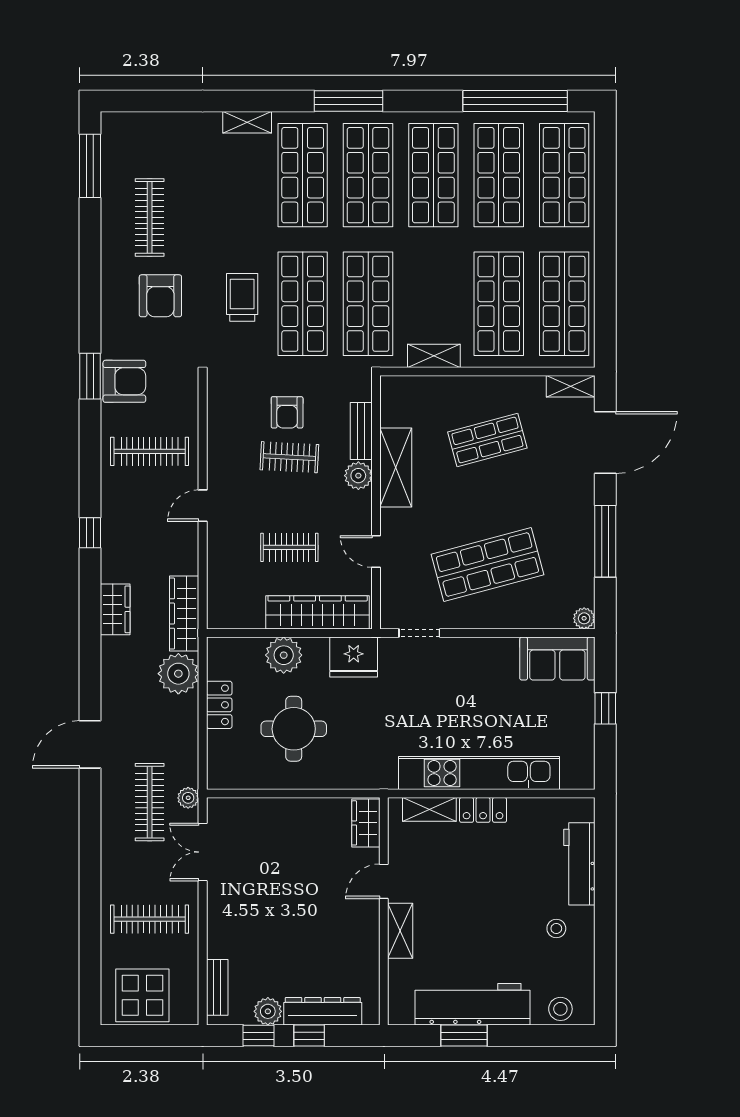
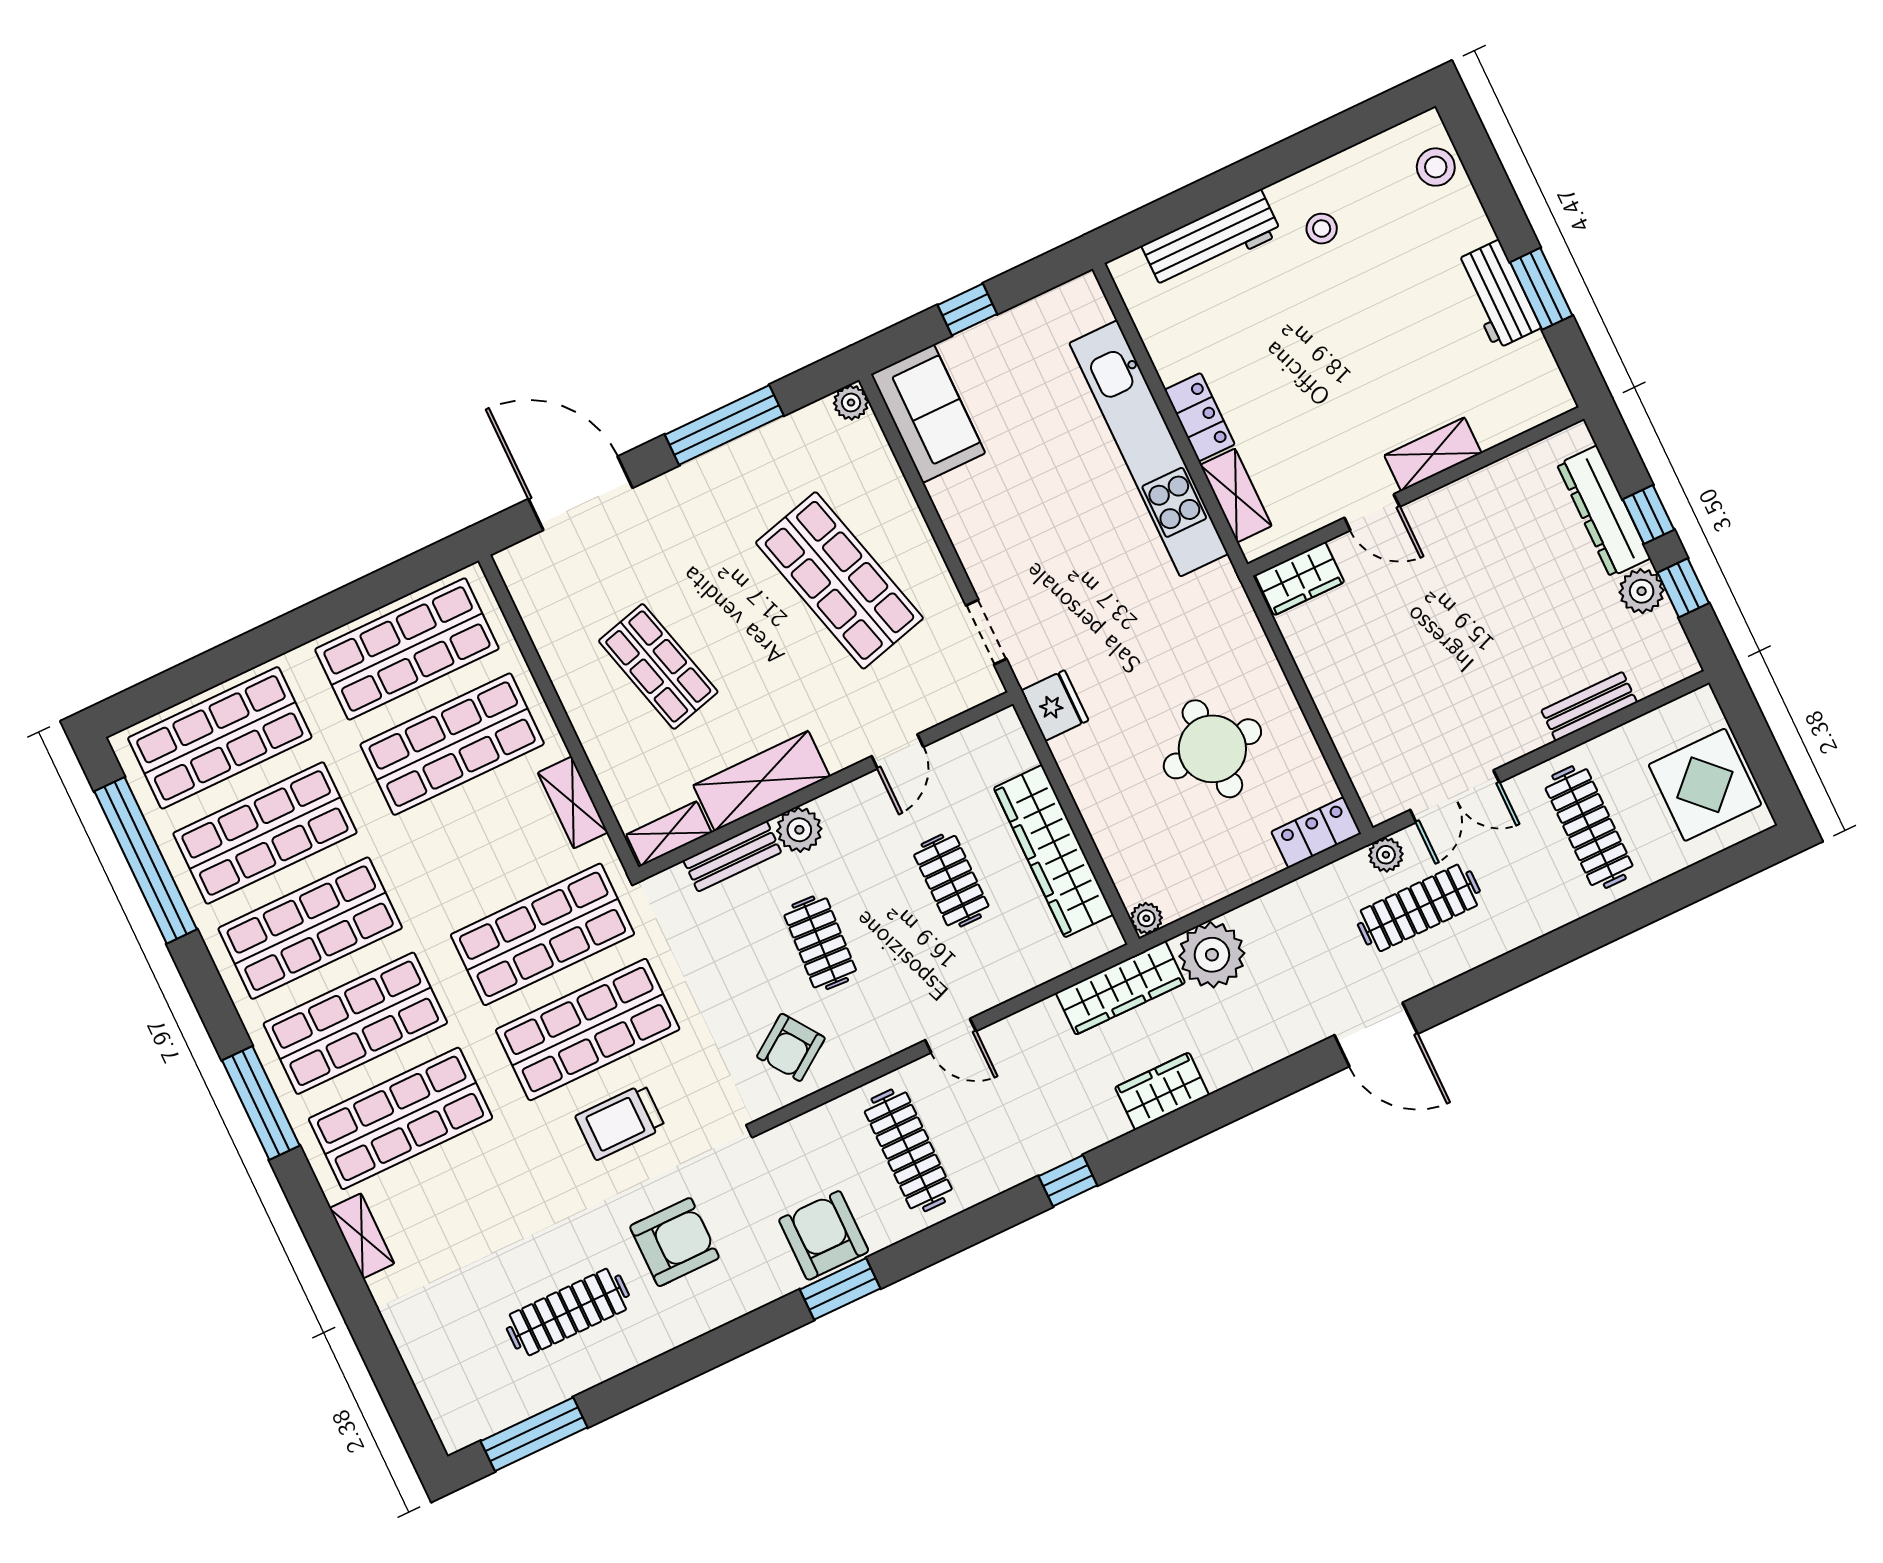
shelving: (571, 386) -> (669, 834), moved, turned 90
armchair: (287, 412) -> (791, 1047), moved, turned 145
wardrobe: (318, 612) -> (1053, 851), moved
plant: (284, 655) -> (1146, 918), moved, width x0.53, depth x0.53
fridge: (354, 657) -> (1055, 706), width x0.73, depth x0.75
locker: (219, 705) -> (1316, 833), moved
bench: (217, 987) -> (1589, 706), moved
workbench: (473, 1004) -> (1497, 295), width x0.53, depth x0.76

